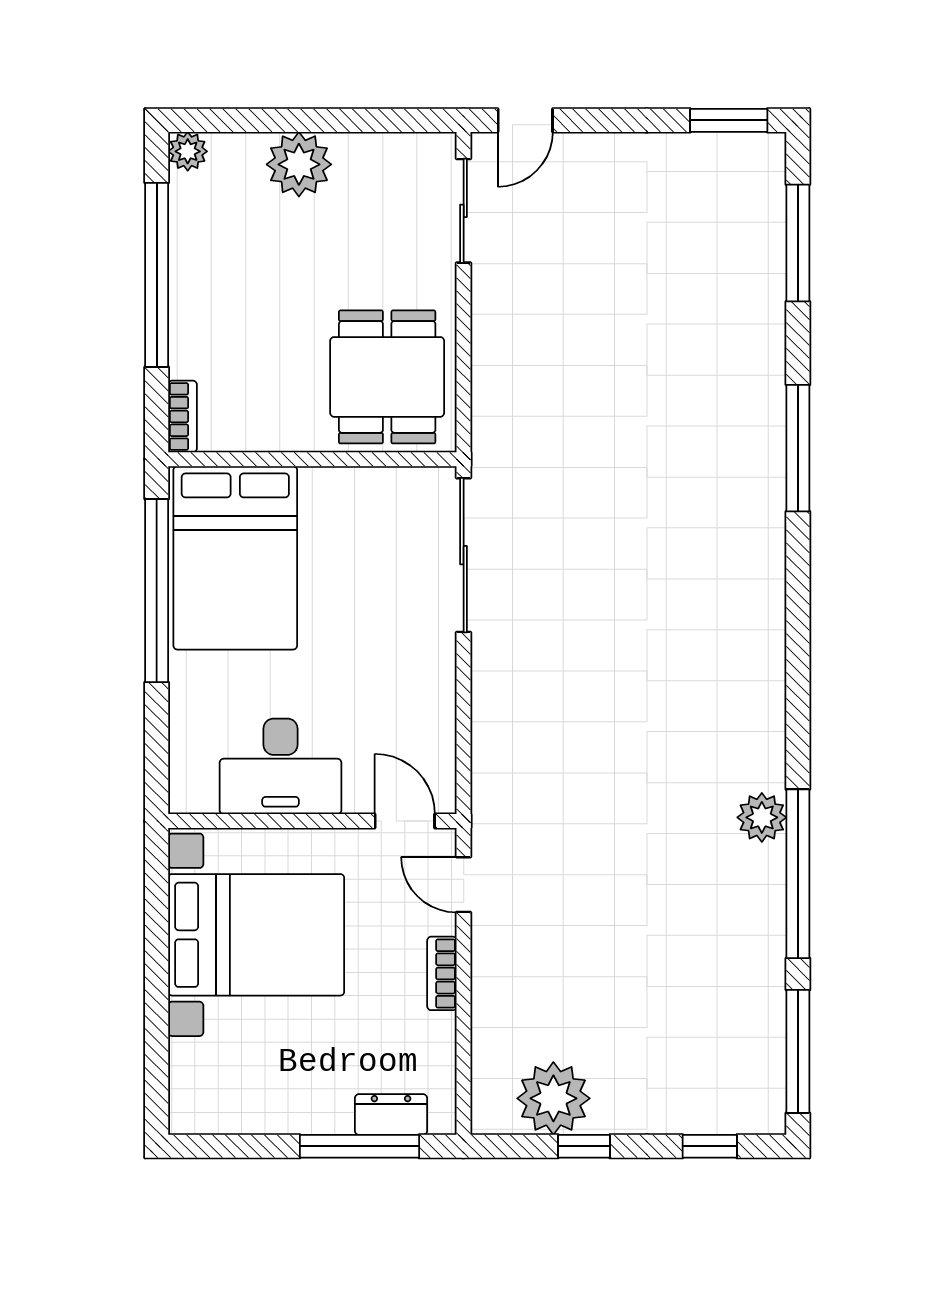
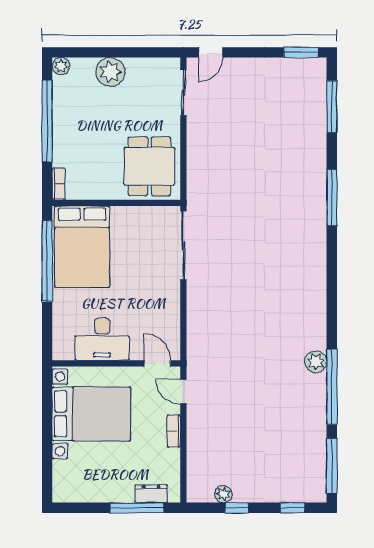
plant: (553, 1098) -> (223, 494), width x0.53, depth x0.53

